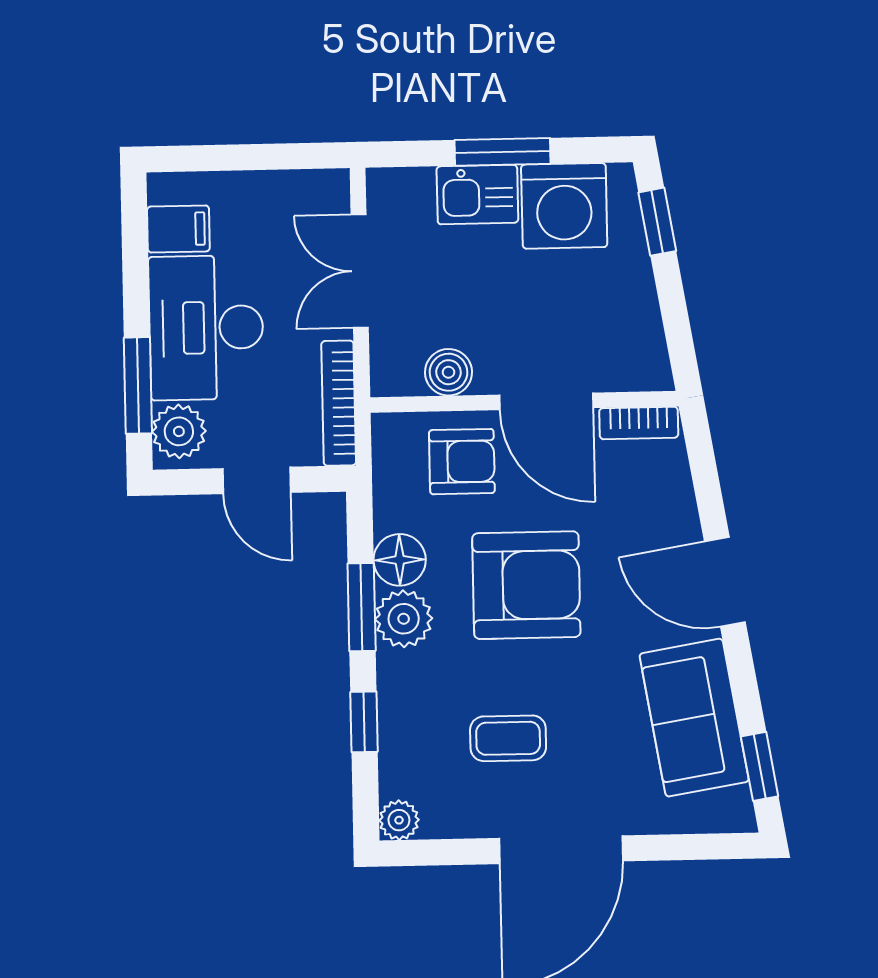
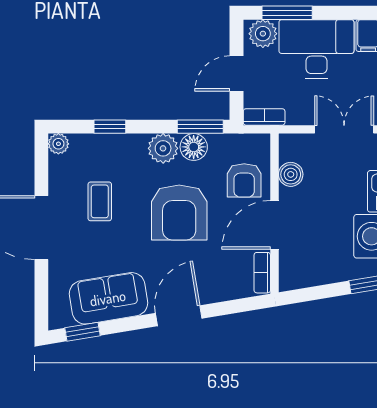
bookcase: (339, 403) -> (264, 117), width x0.64
window: (362, 607) -> (200, 127), moved

